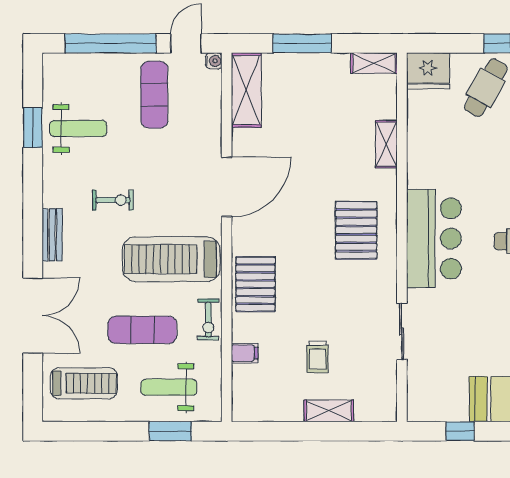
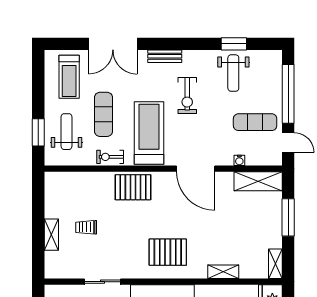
water cooler: (214, 61) -> (239, 160), moved
exercise bike: (113, 200) -> (187, 96), width x1.38, depth x1.39
filing cabinet: (245, 353) -> (89, 180), removed

